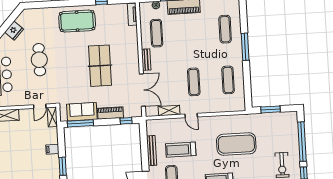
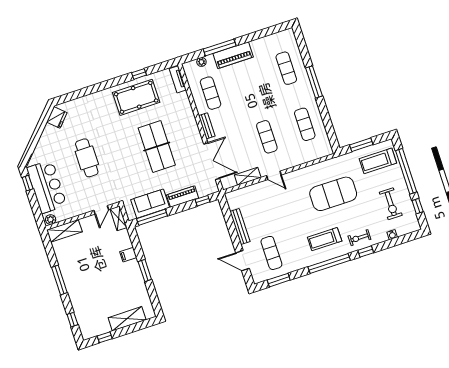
pool table: (77, 21) -> (136, 97), moved
fridge: (14, 31) -> (57, 117), moved
treadmill: (181, 150) -> (378, 161), moved

